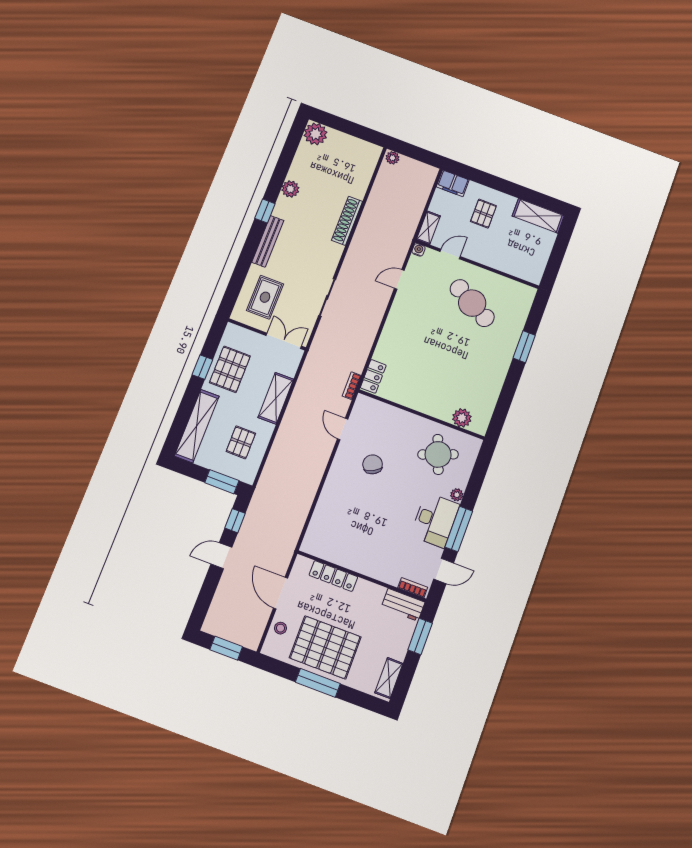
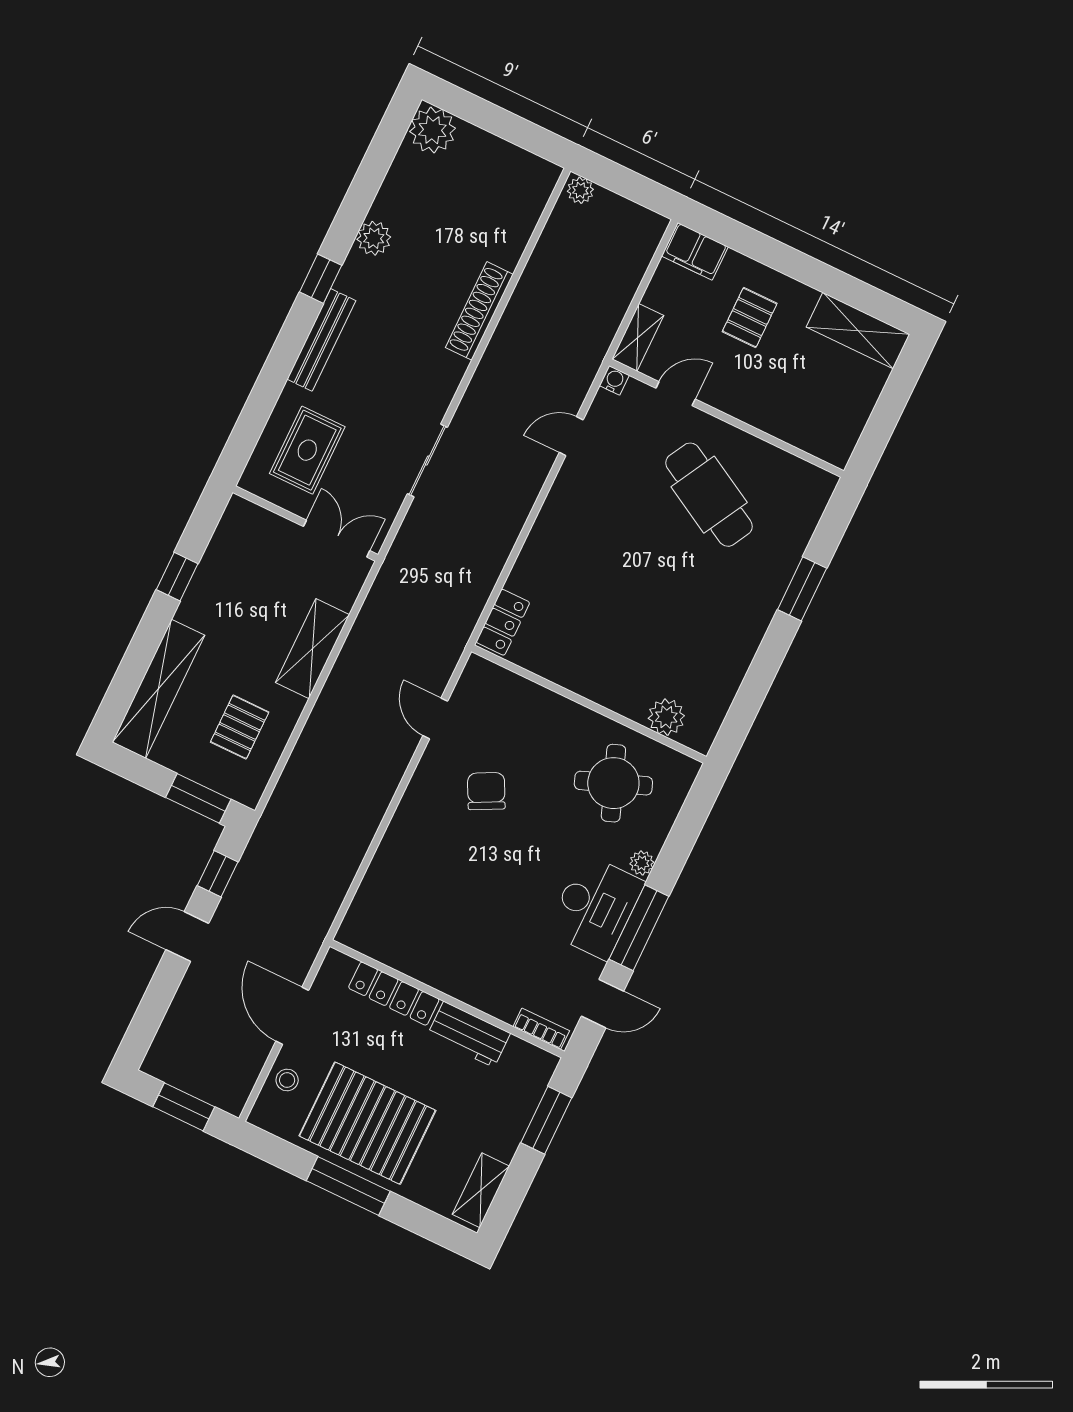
pallet: (230, 369) -> (229, 585), removed
bookcase: (352, 386) -> (460, 637), removed
workbench: (403, 605) -> (469, 1034), moved

